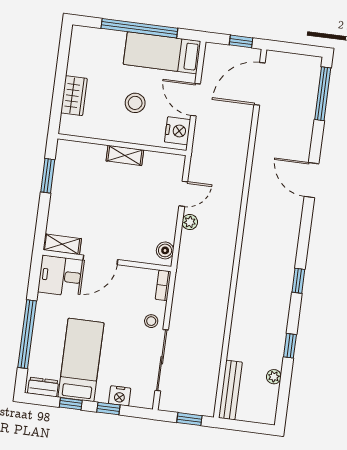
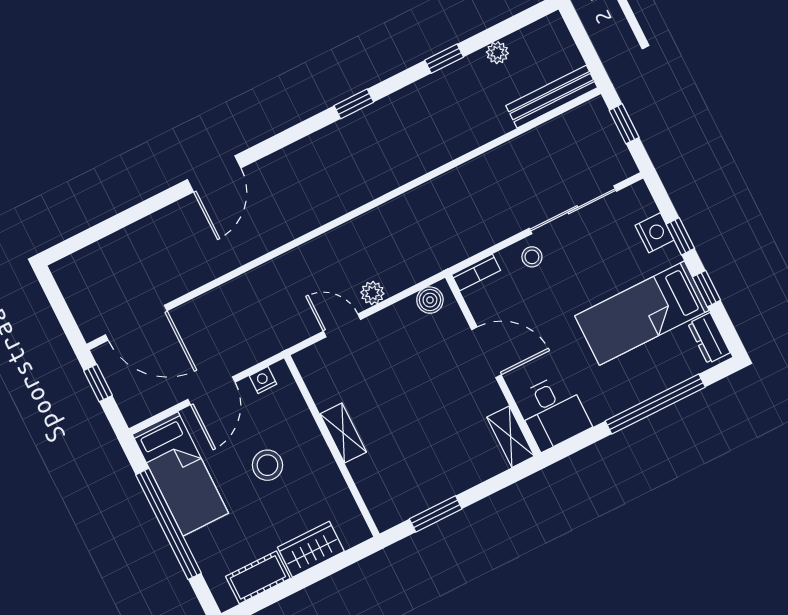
cot: (78, 57) -> (258, 577), added
window: (323, 94) -> (94, 234), removed
nightstand: (178, 131) -> (263, 380), width x0.53, depth x0.56
door: (100, 260) -> (486, 352), moved

